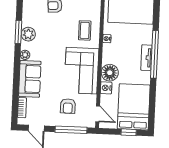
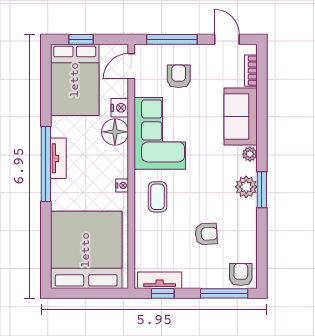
door: (98, 114) -> (131, 66), hinge flipped

